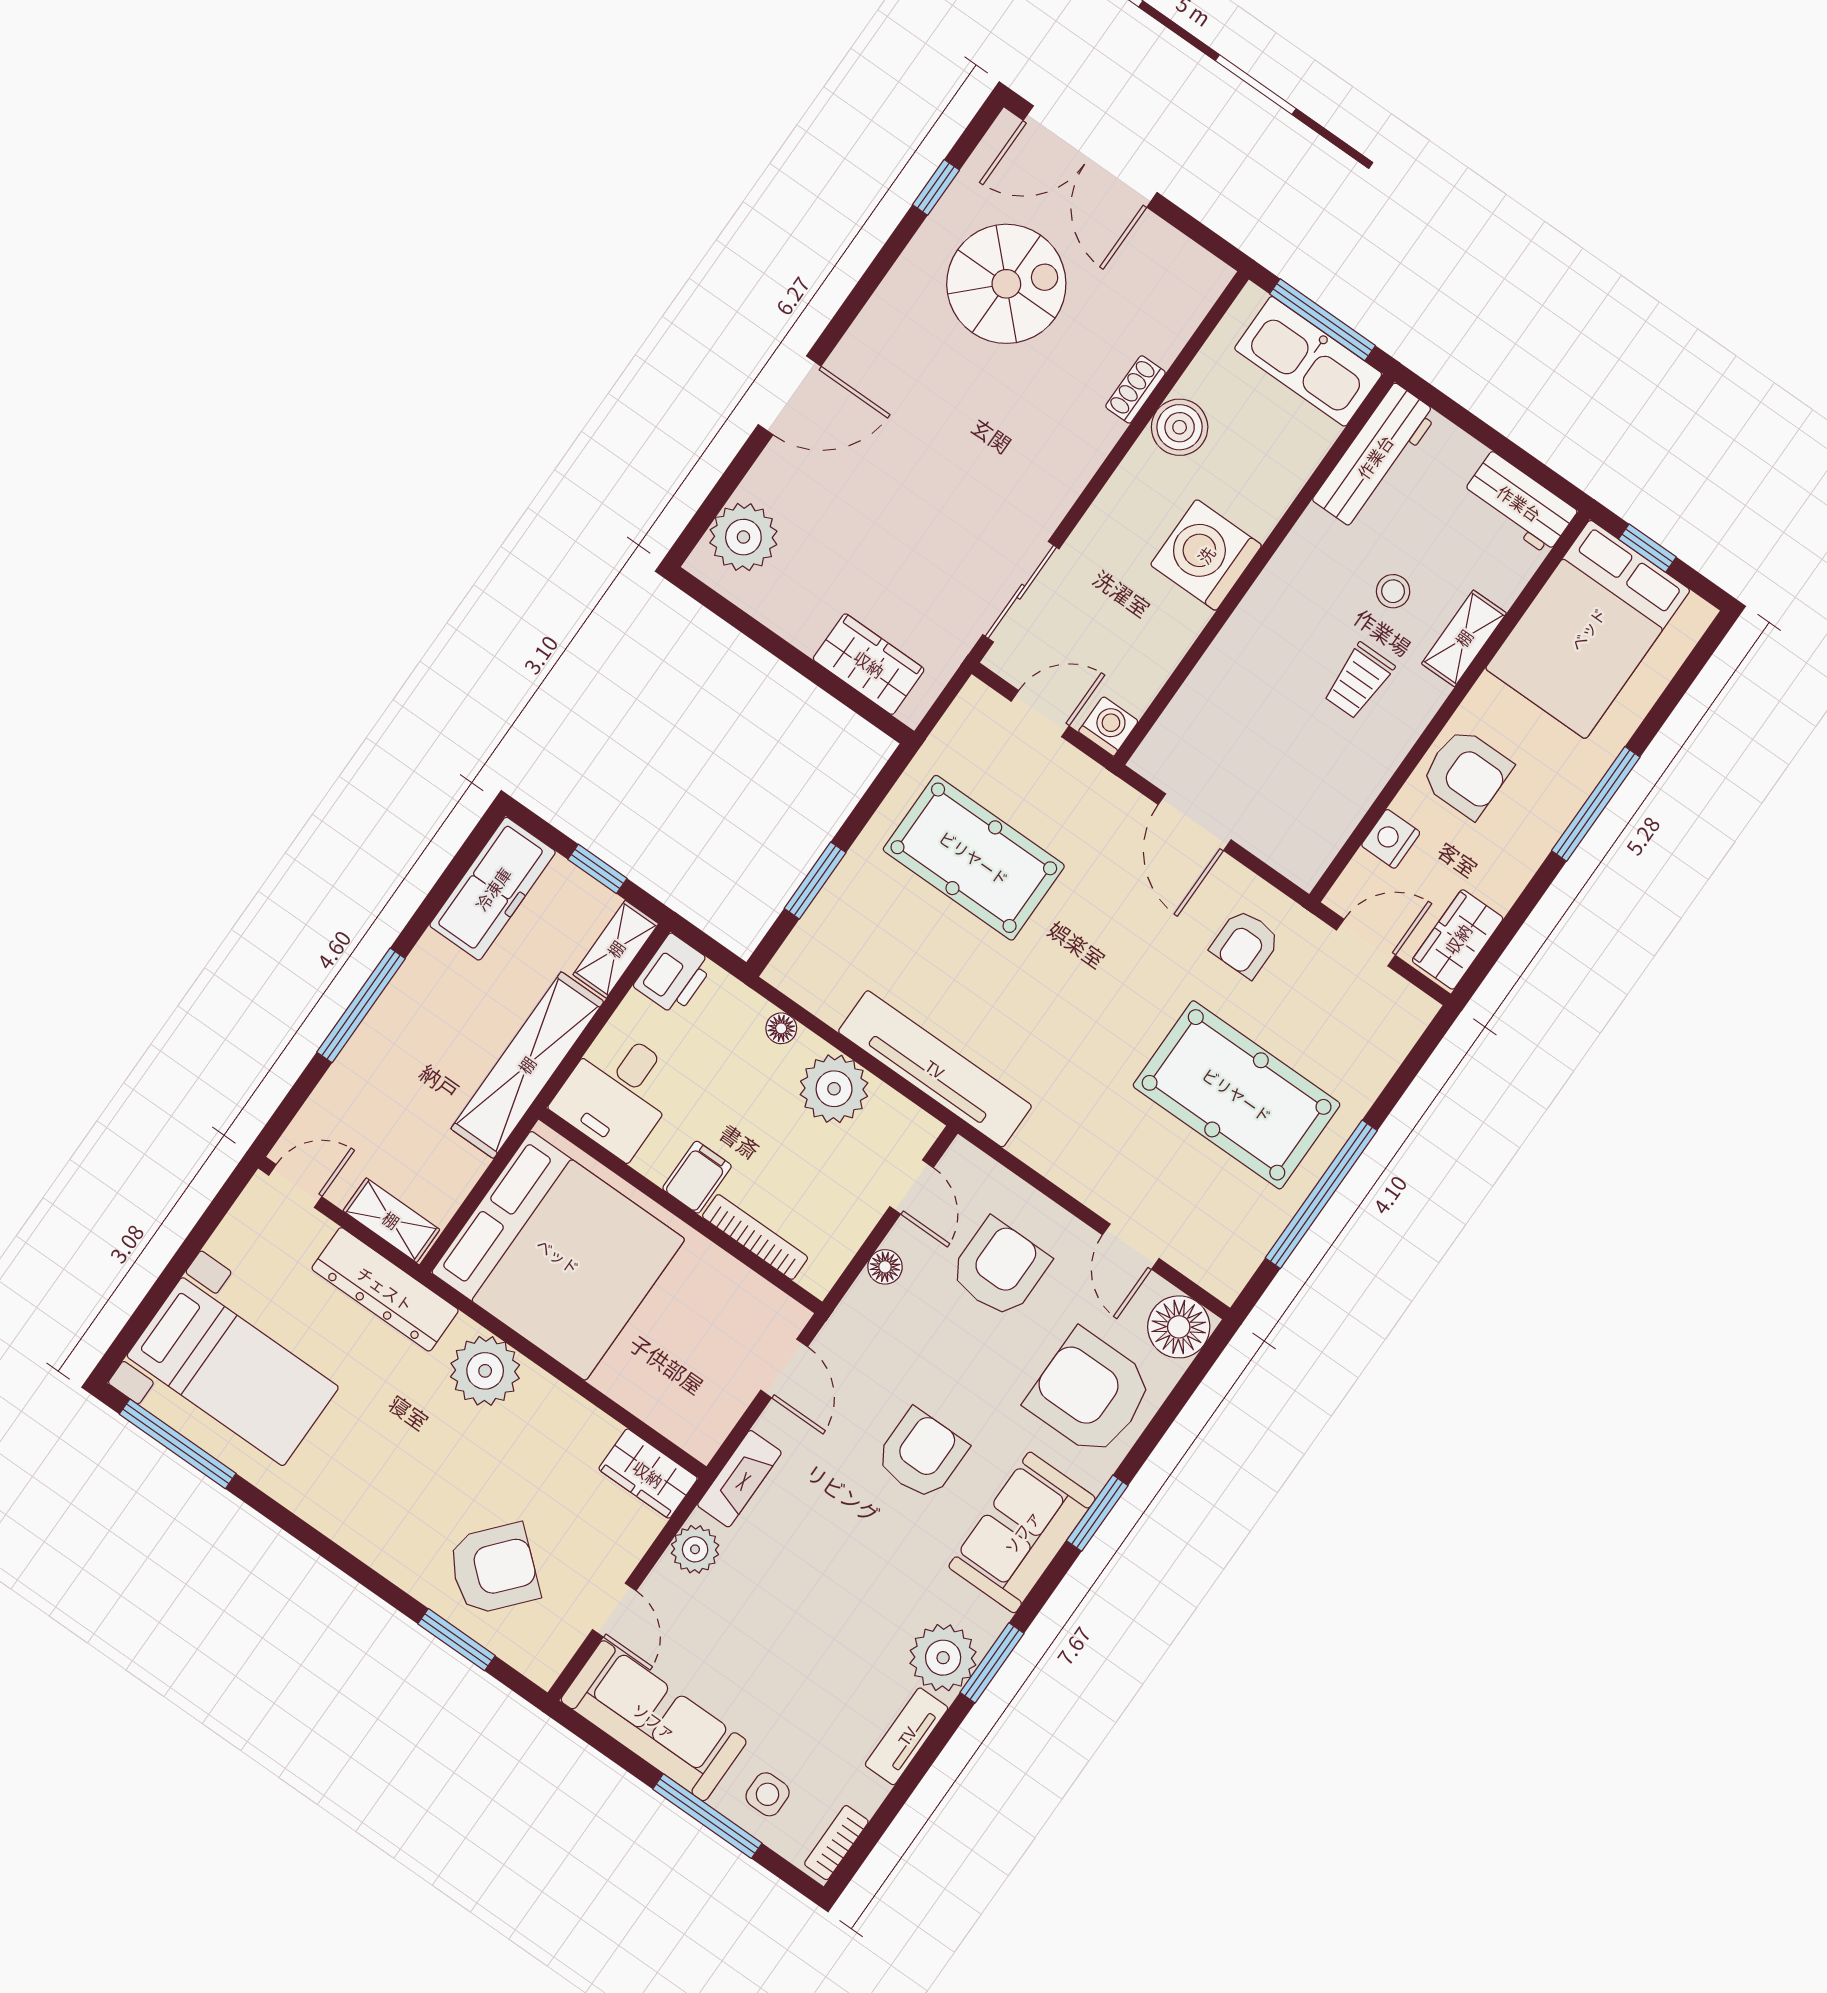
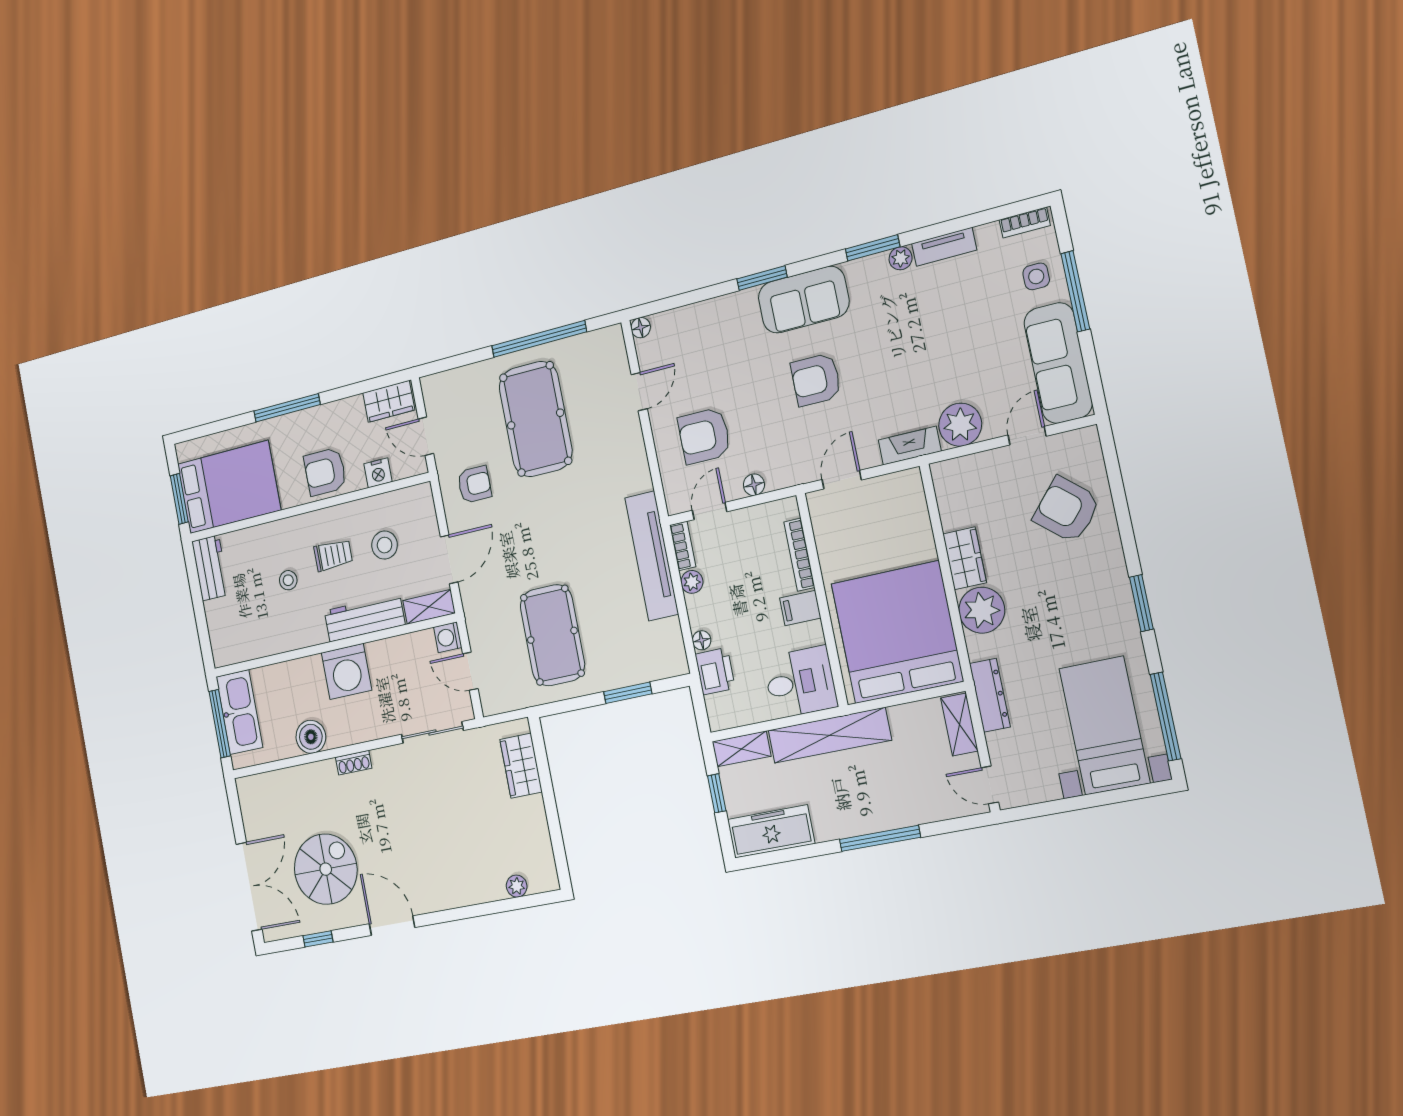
spiral stairs: (1006, 284) -> (326, 869), turned 90
shoe rack: (1135, 389) -> (354, 763), moved
door: (790, 395) -> (392, 926), moved
workbench: (1375, 457) -> (364, 618), moved
plant: (743, 537) -> (517, 886), width x0.53, depth x0.53
window: (1647, 548) -> (179, 499), width x1.50
shelving: (1464, 638) -> (429, 607), moved
stool: (1299, 759) -> (385, 545), added
armchair: (1466, 773) -> (325, 472), turned -90
printer: (674, 975) -> (715, 671), moved, turned 90
plant: (834, 1089) -> (692, 582), width x0.53, depth x0.53
bookcase: (907, 1116) -> (683, 546), added
dresser: (385, 1289) -> (990, 695), width x0.73, depth x0.80
floor lamp: (1179, 1327) -> (641, 328), width x0.53, depth x0.53
armchair: (1090, 1393) -> (716, 339), removed
wardrobe: (648, 1474) -> (965, 558), moved
plant: (695, 1549) -> (960, 425), width x1.36, depth x1.36
window: (456, 1640) -> (1141, 603), moved
plant: (943, 1658) -> (901, 258), width x0.53, depth x0.53

